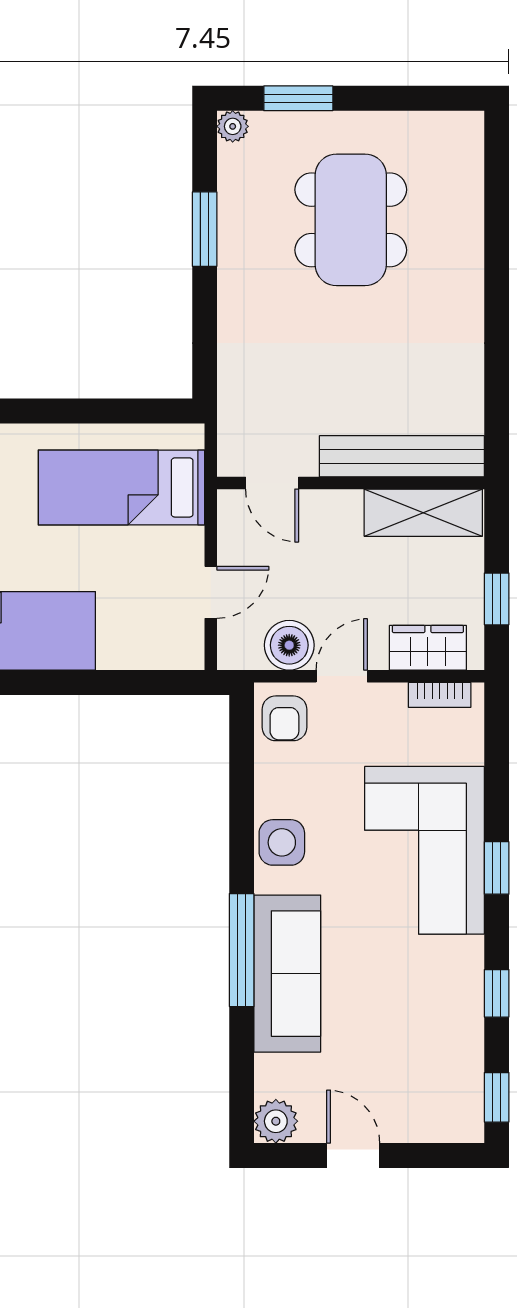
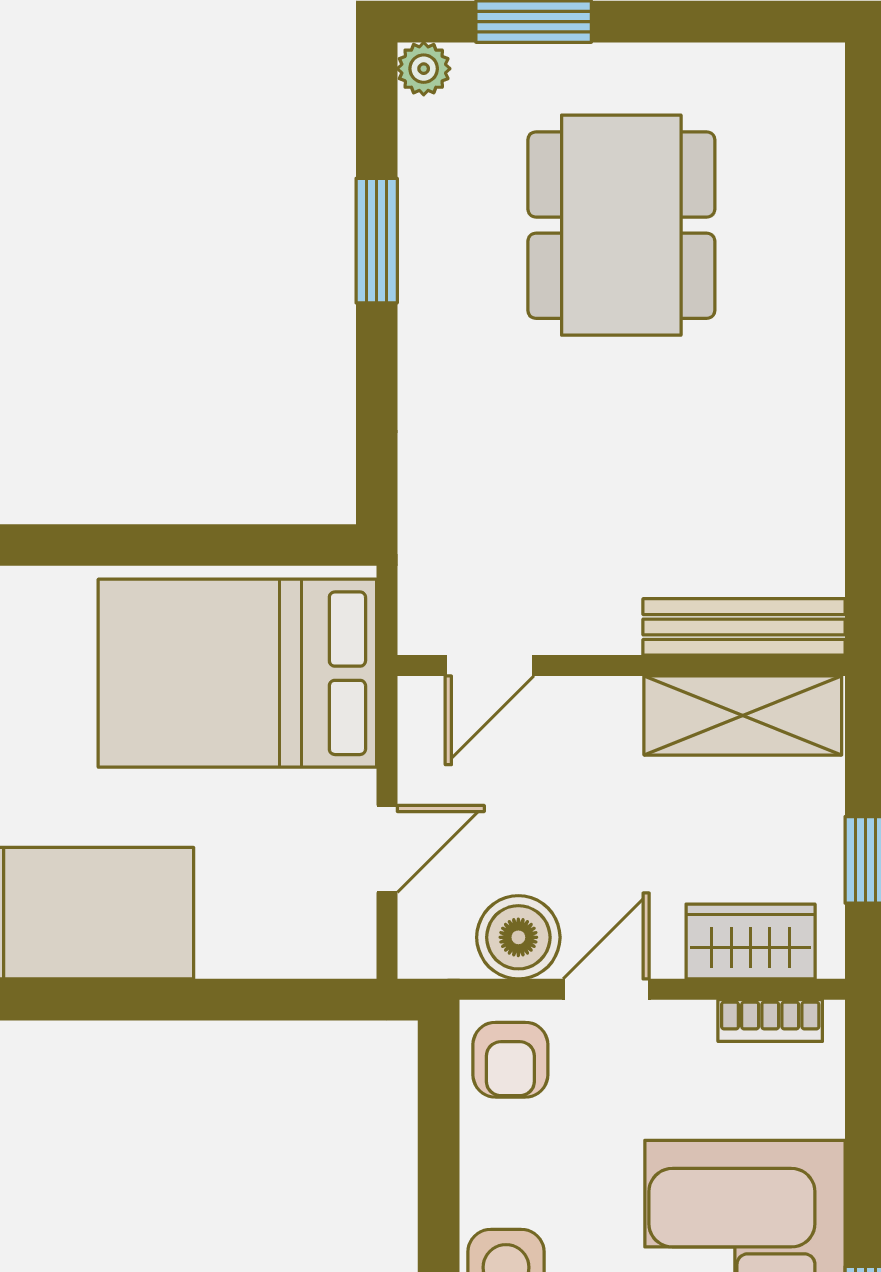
bench: (402, 456) -> (744, 627), width x0.73, depth x0.82
door: (272, 483) -> (490, 666), hinge flipped
bed: (121, 487) -> (237, 673), width x1.50

